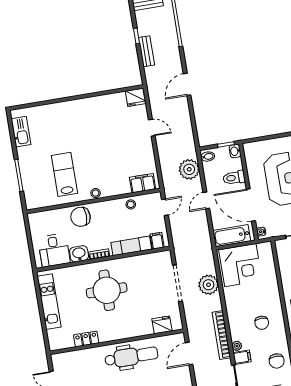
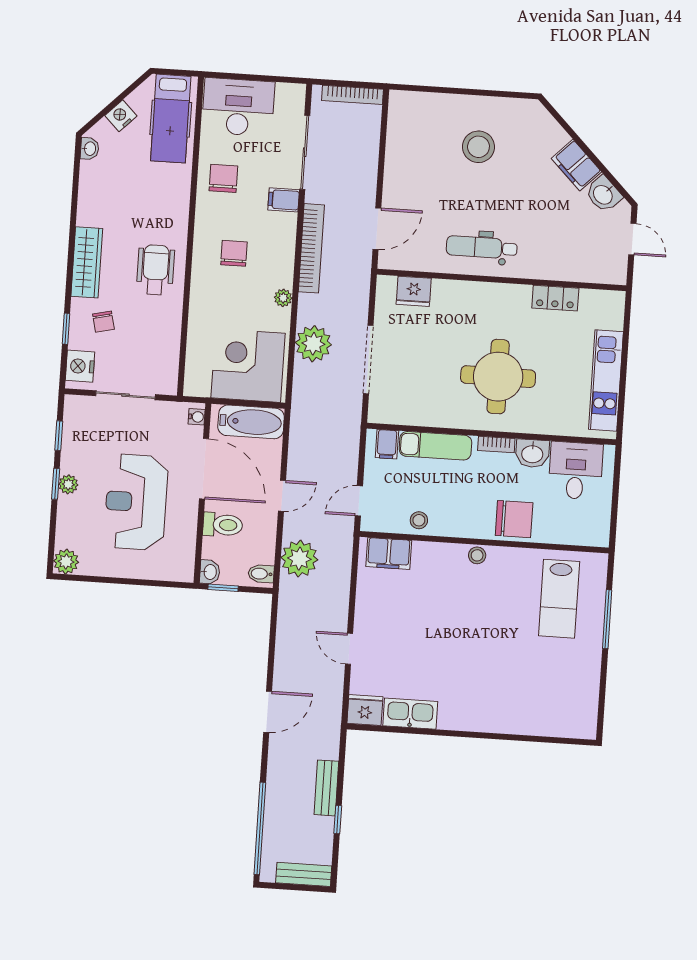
kitchen sink: (21, 132) -> (410, 714), moved, turned 90
lab bench: (64, 174) -> (559, 599), moved
plant: (237, 346) -> (283, 298), moved
dental chair: (131, 357) -> (482, 247), width x0.73, depth x0.72

